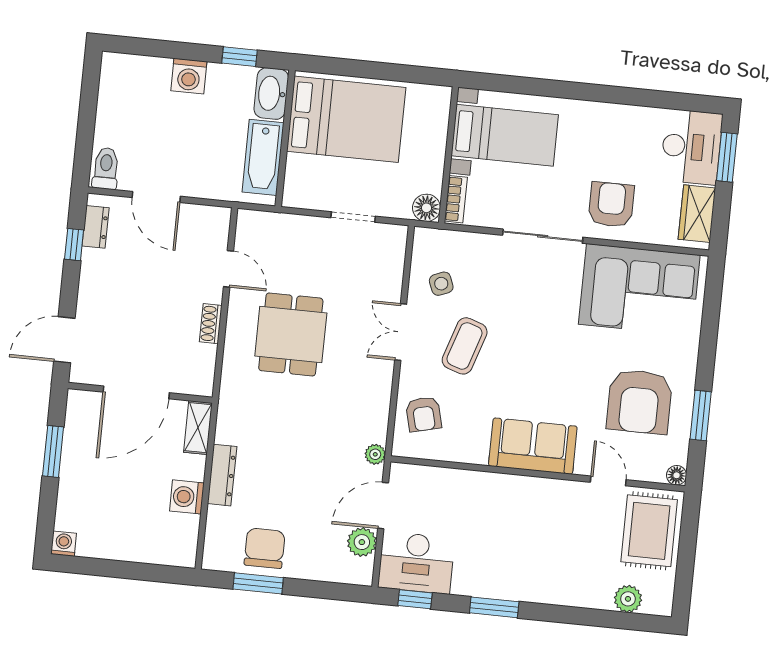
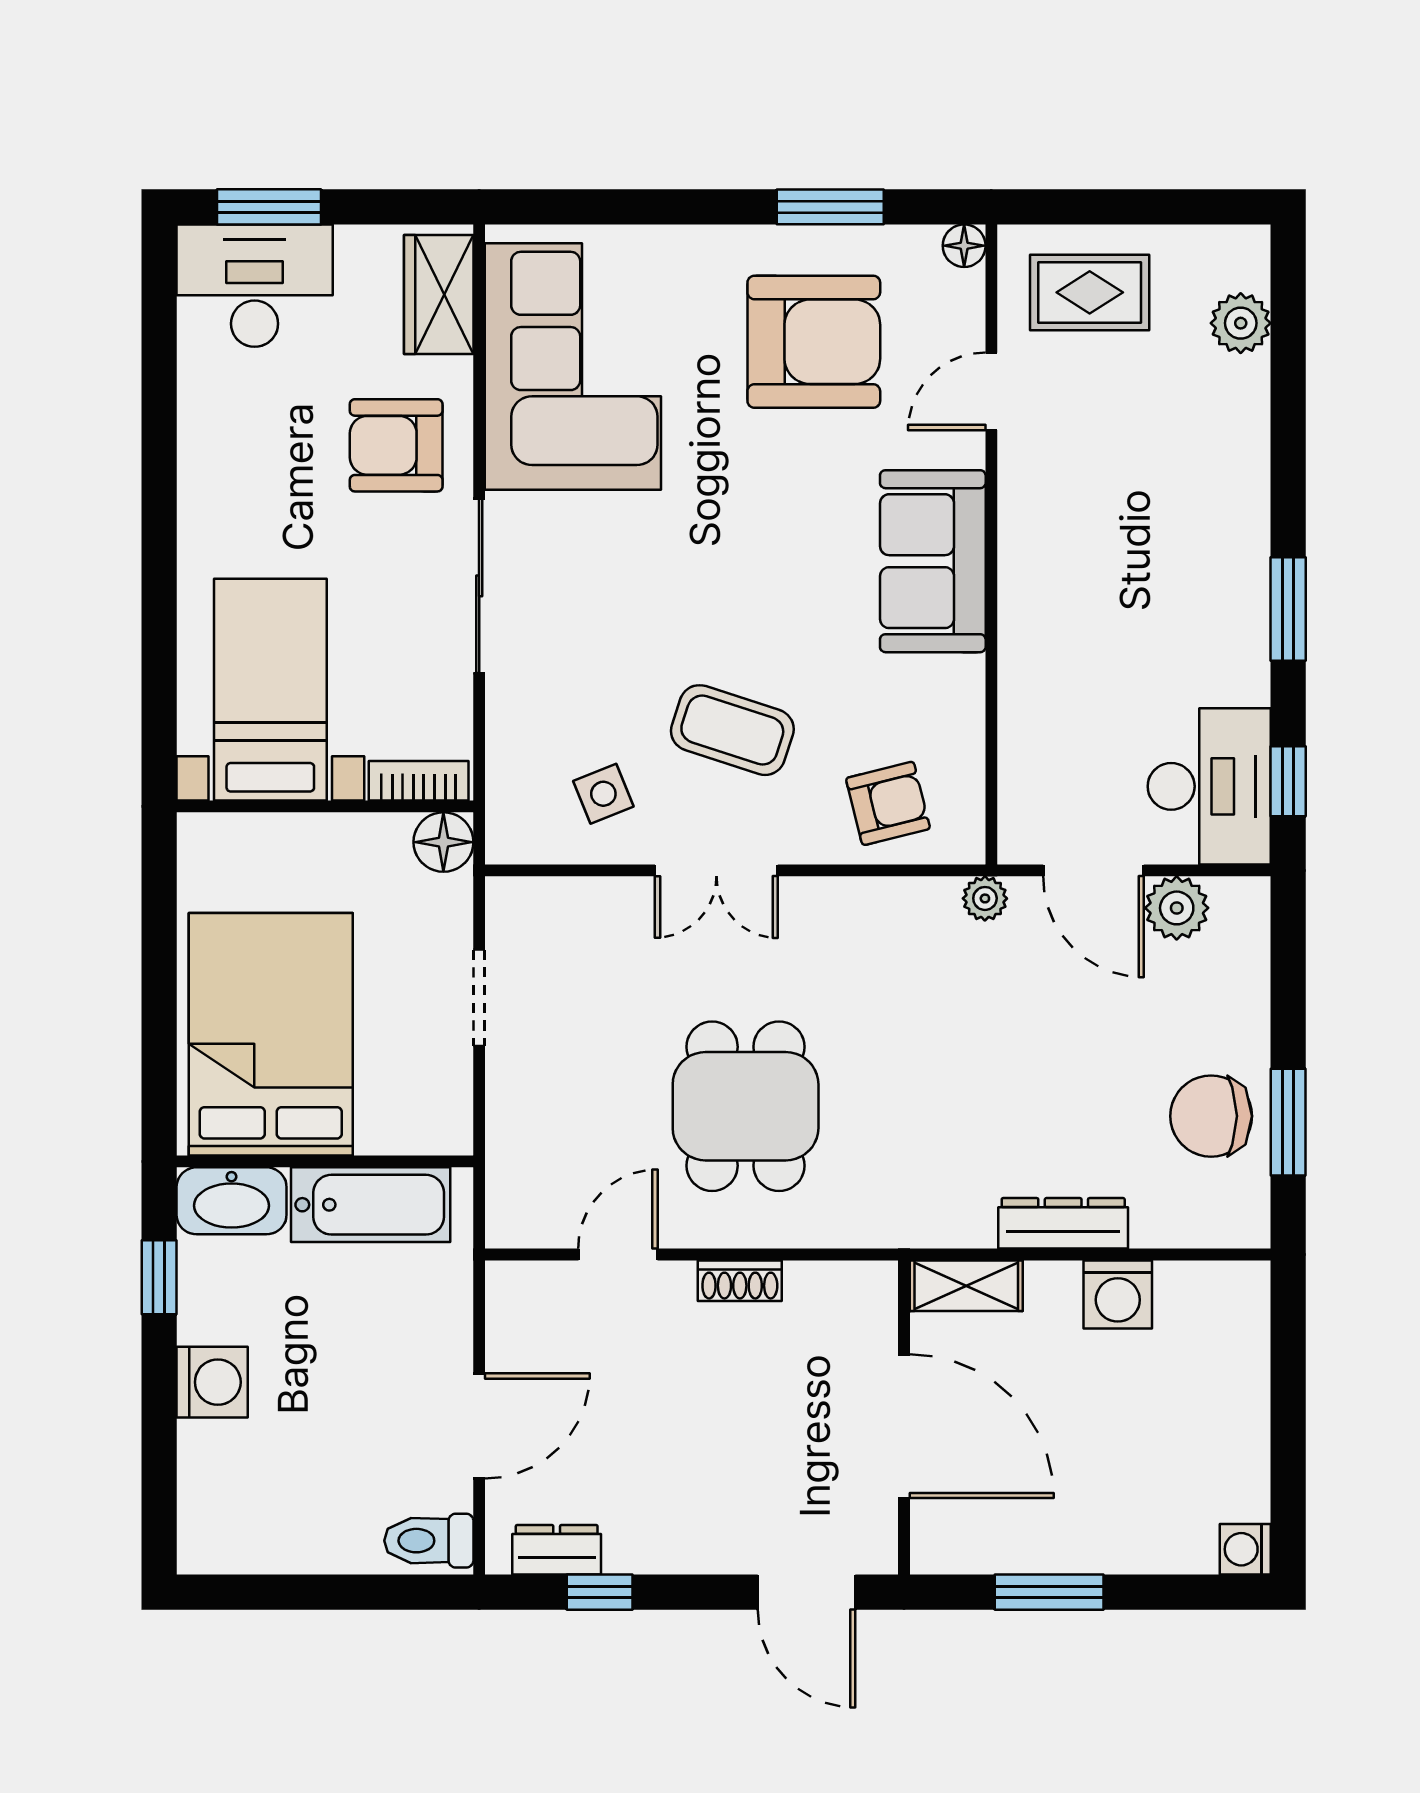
wardrobe: (697, 214) -> (439, 295), moved, turned 90
dining table: (291, 334) -> (746, 1106), turned 90
rug: (649, 531) -> (1090, 292), width x0.73, depth x0.70

